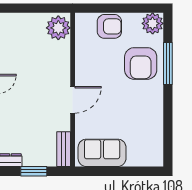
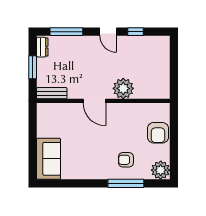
plant: (58, 28) -> (123, 88), moved
armchair: (141, 63) -> (126, 160), width x0.53, depth x0.53
sofa: (102, 153) -> (49, 159), moved

